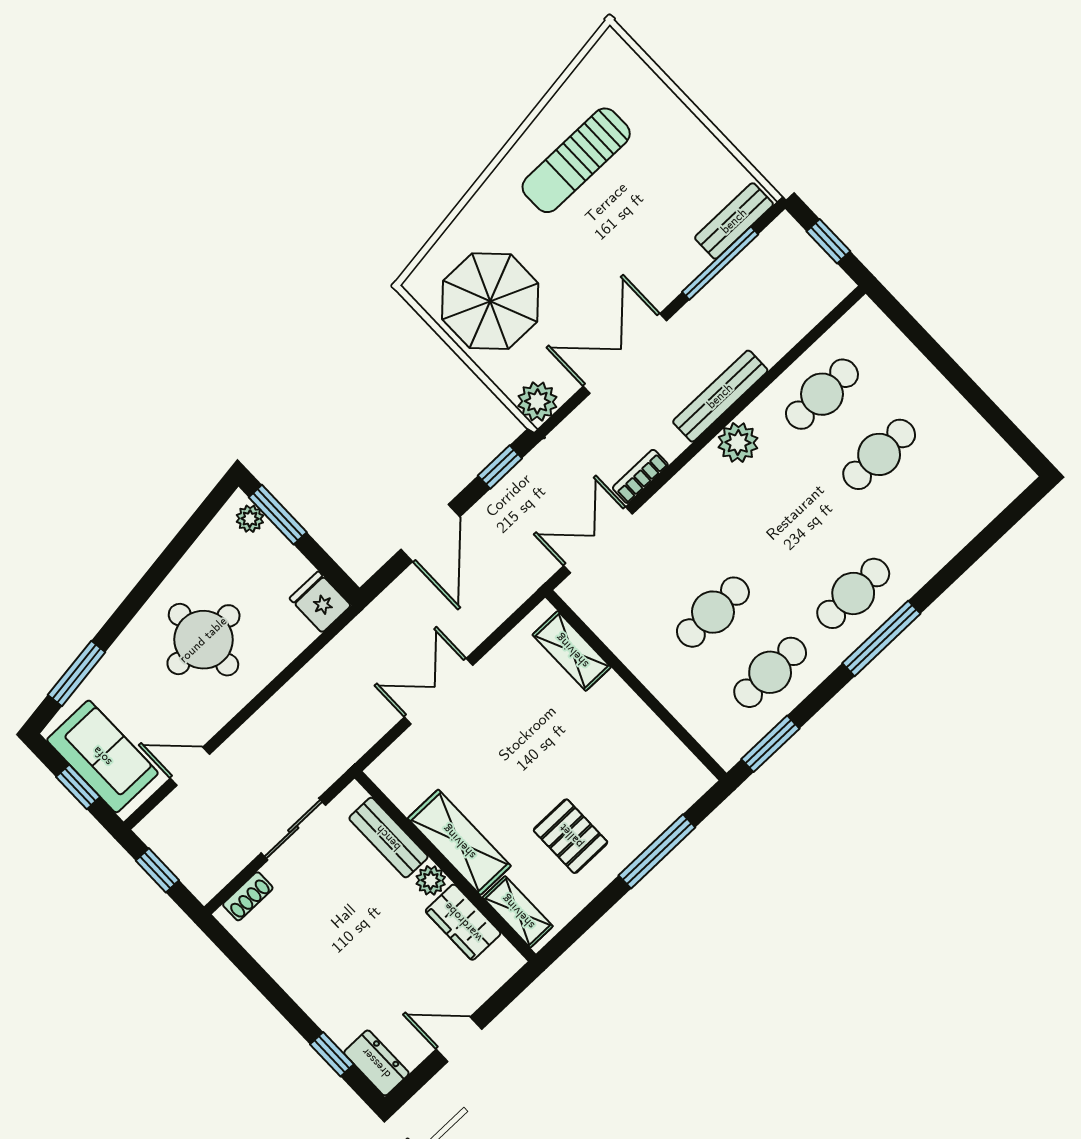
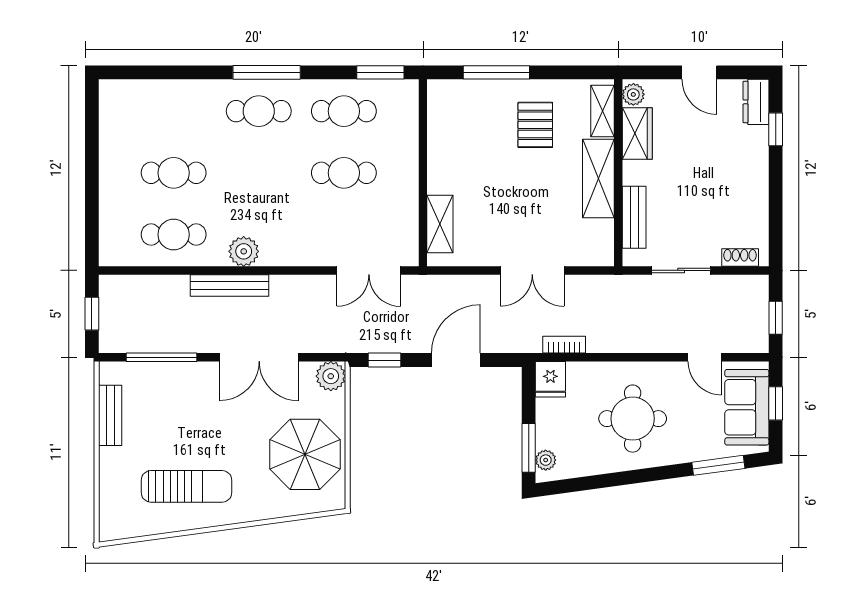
bench: (734, 221) -> (110, 415), moved, turned 90
bookcase: (640, 476) -> (564, 345), moved, turned 180
plant: (431, 880) -> (633, 94), moved

